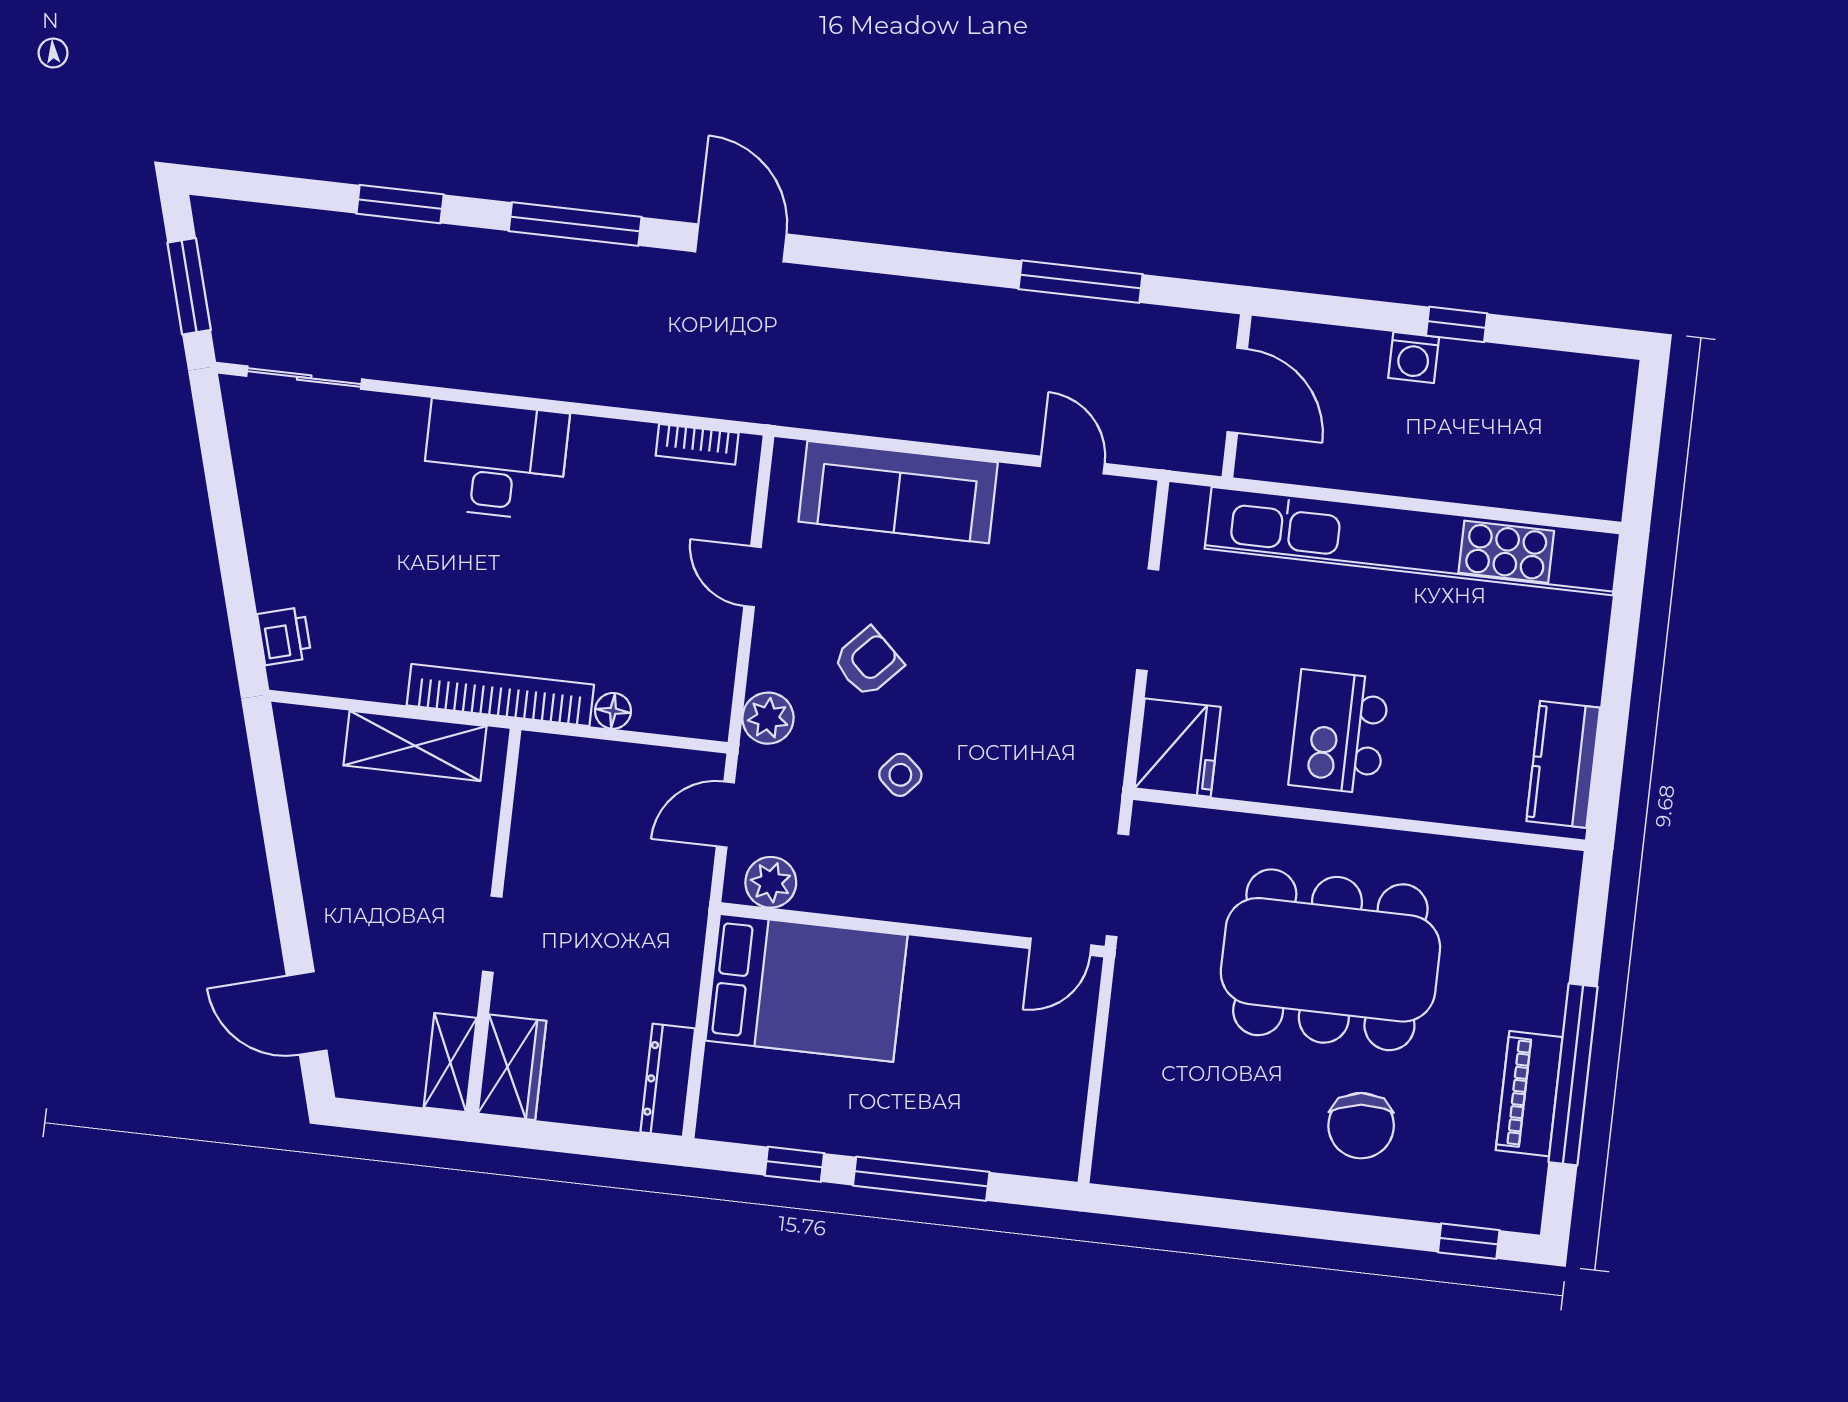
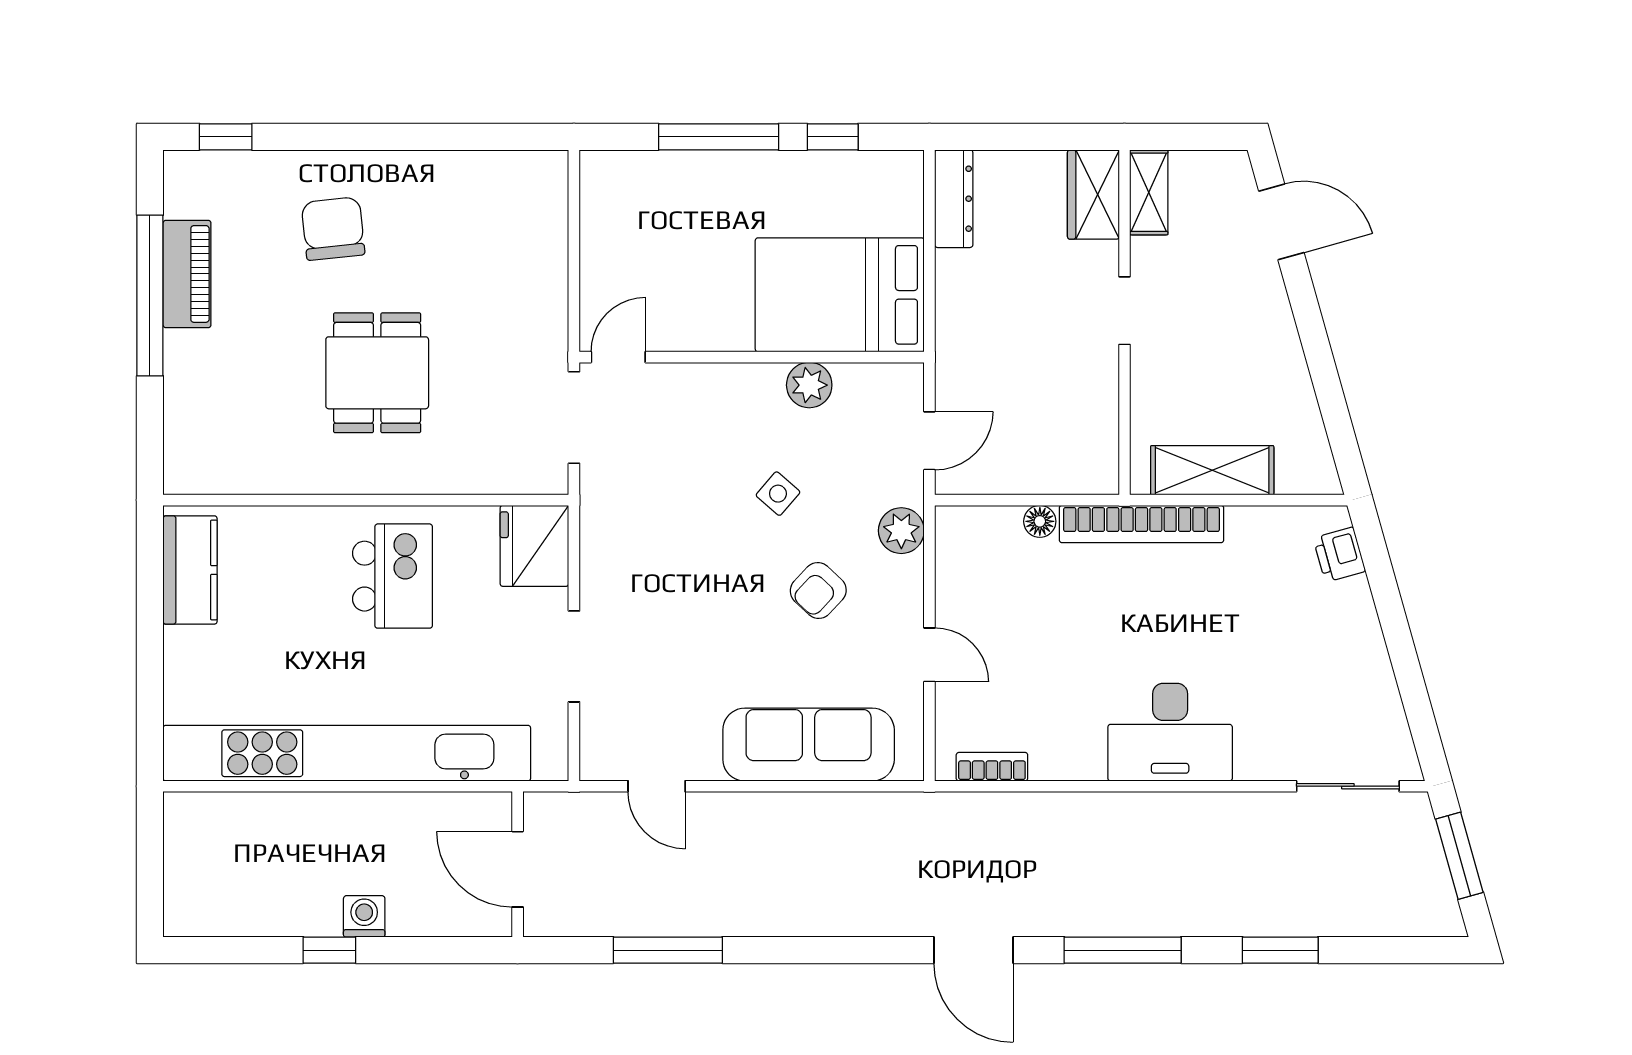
plant: (771, 882) -> (809, 385), moved
dining table: (1330, 960) -> (377, 373), width x0.53, depth x0.80

